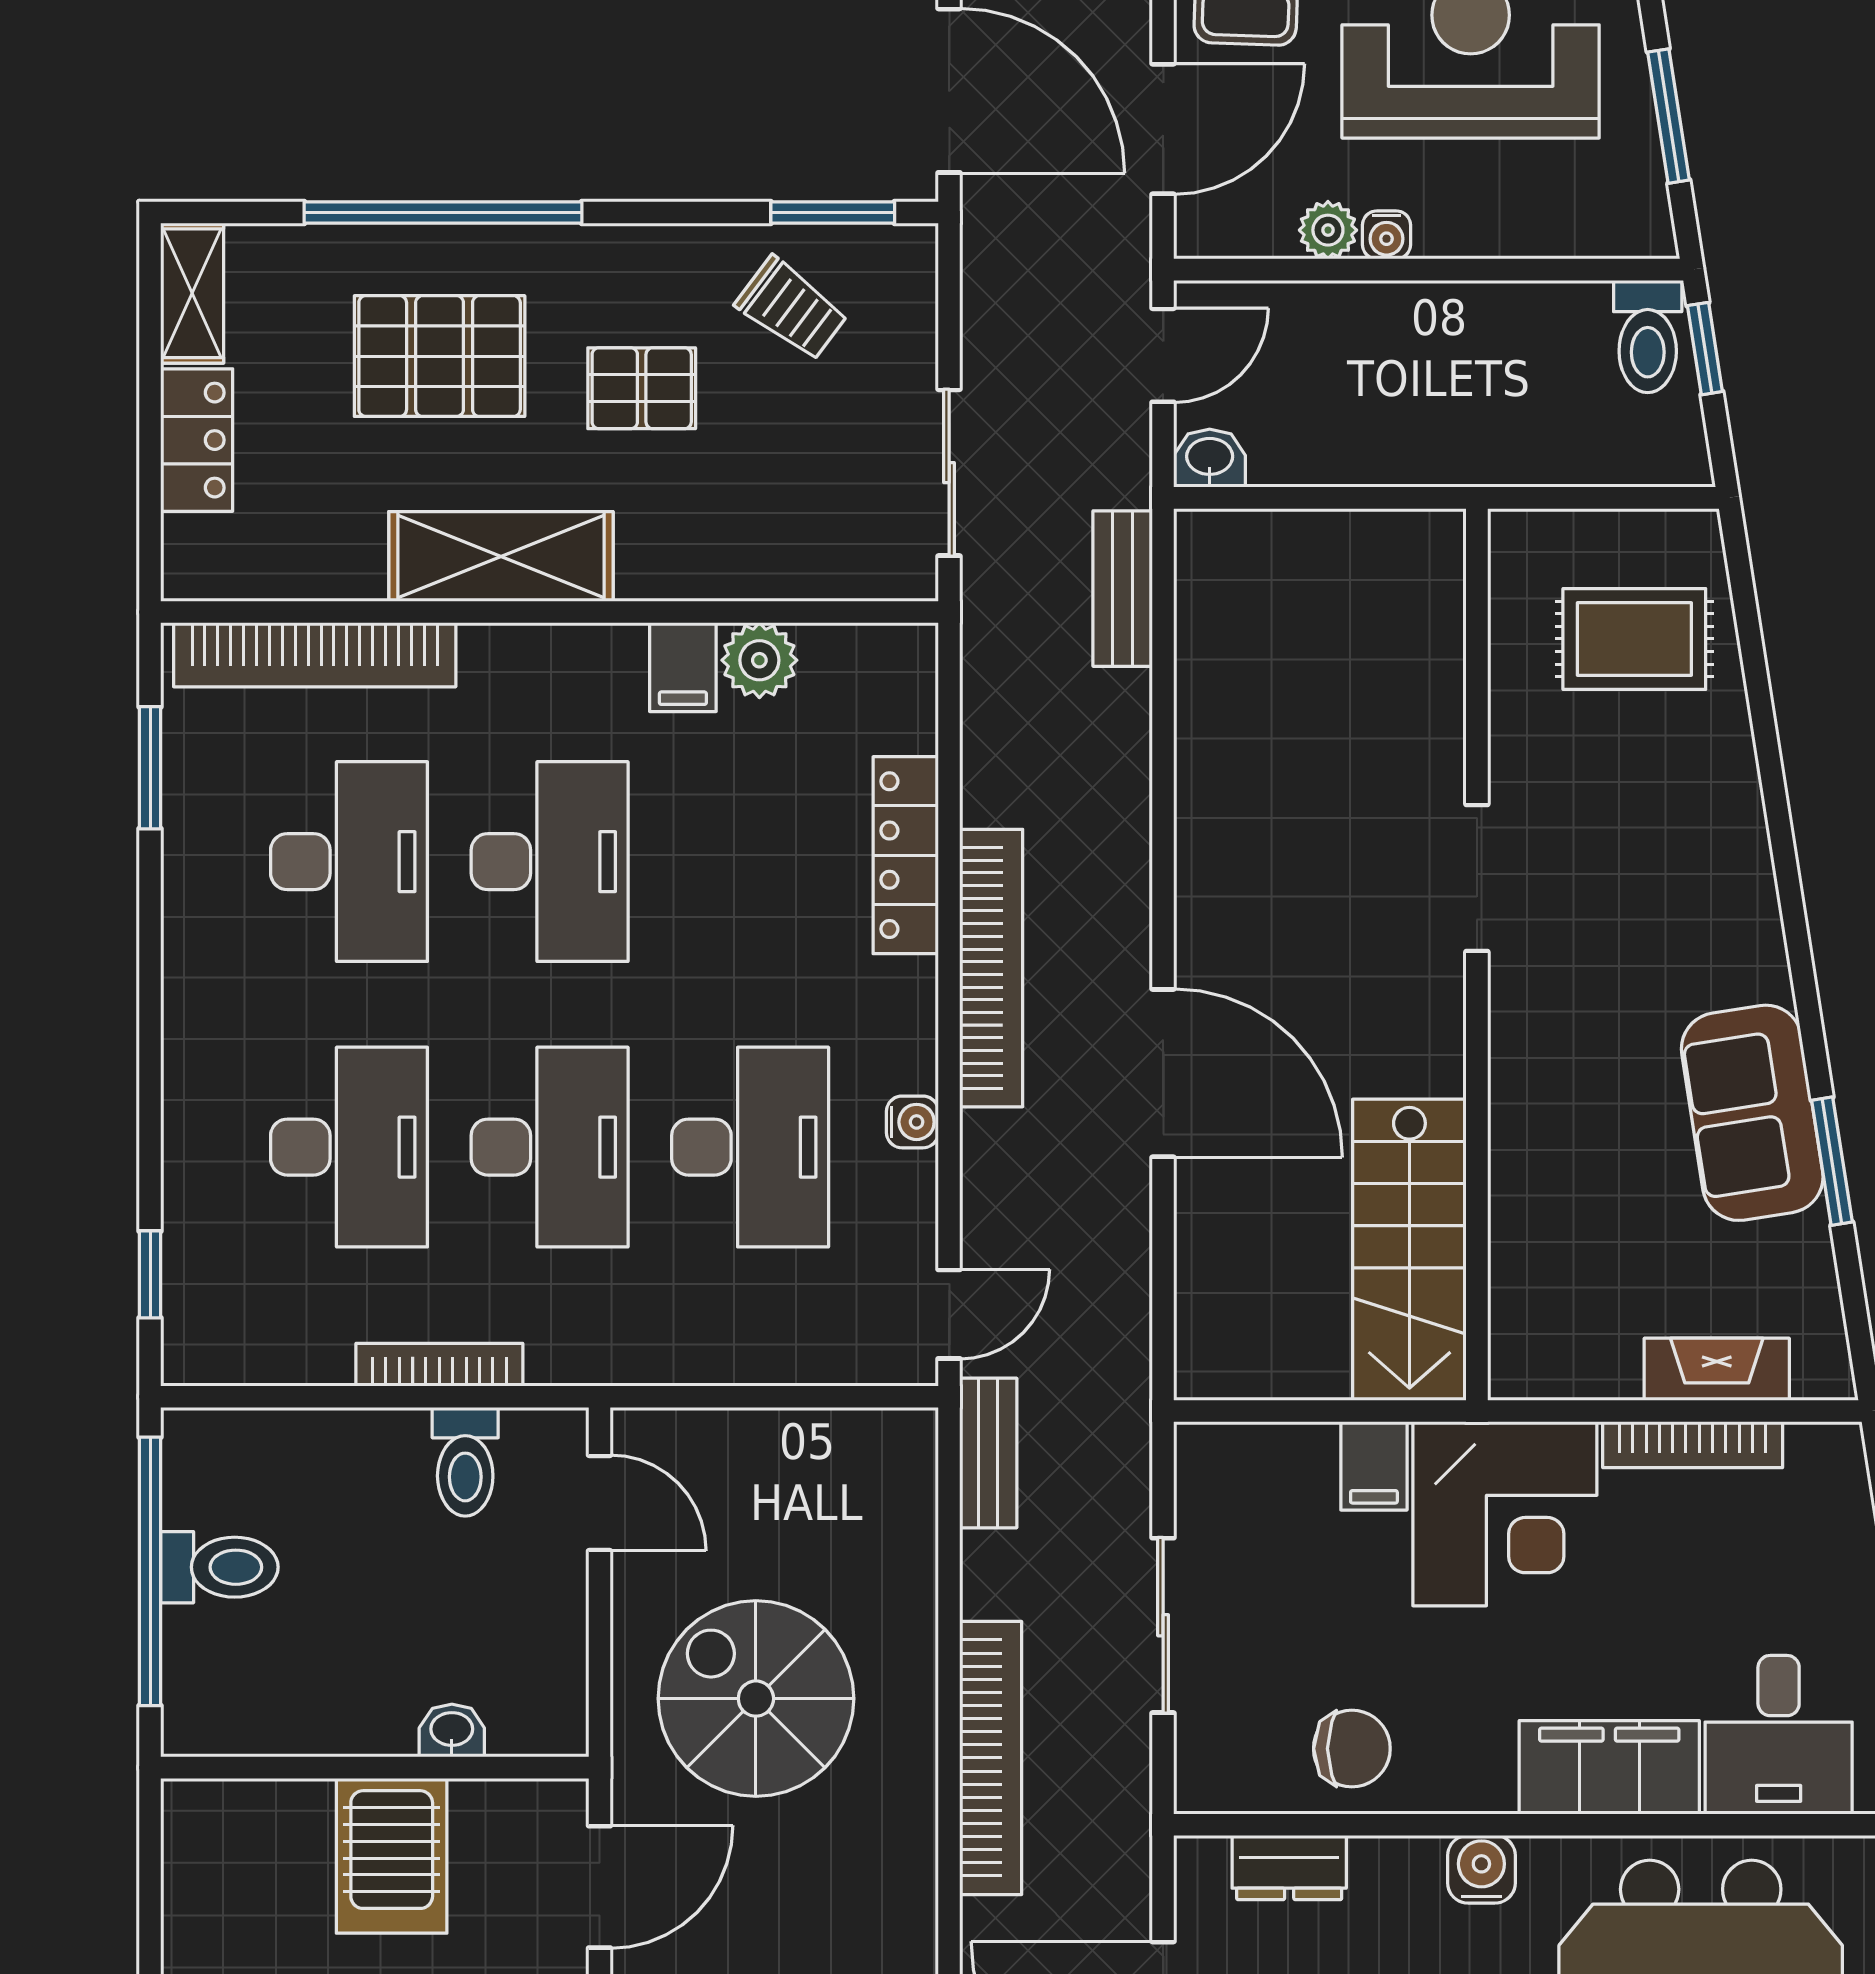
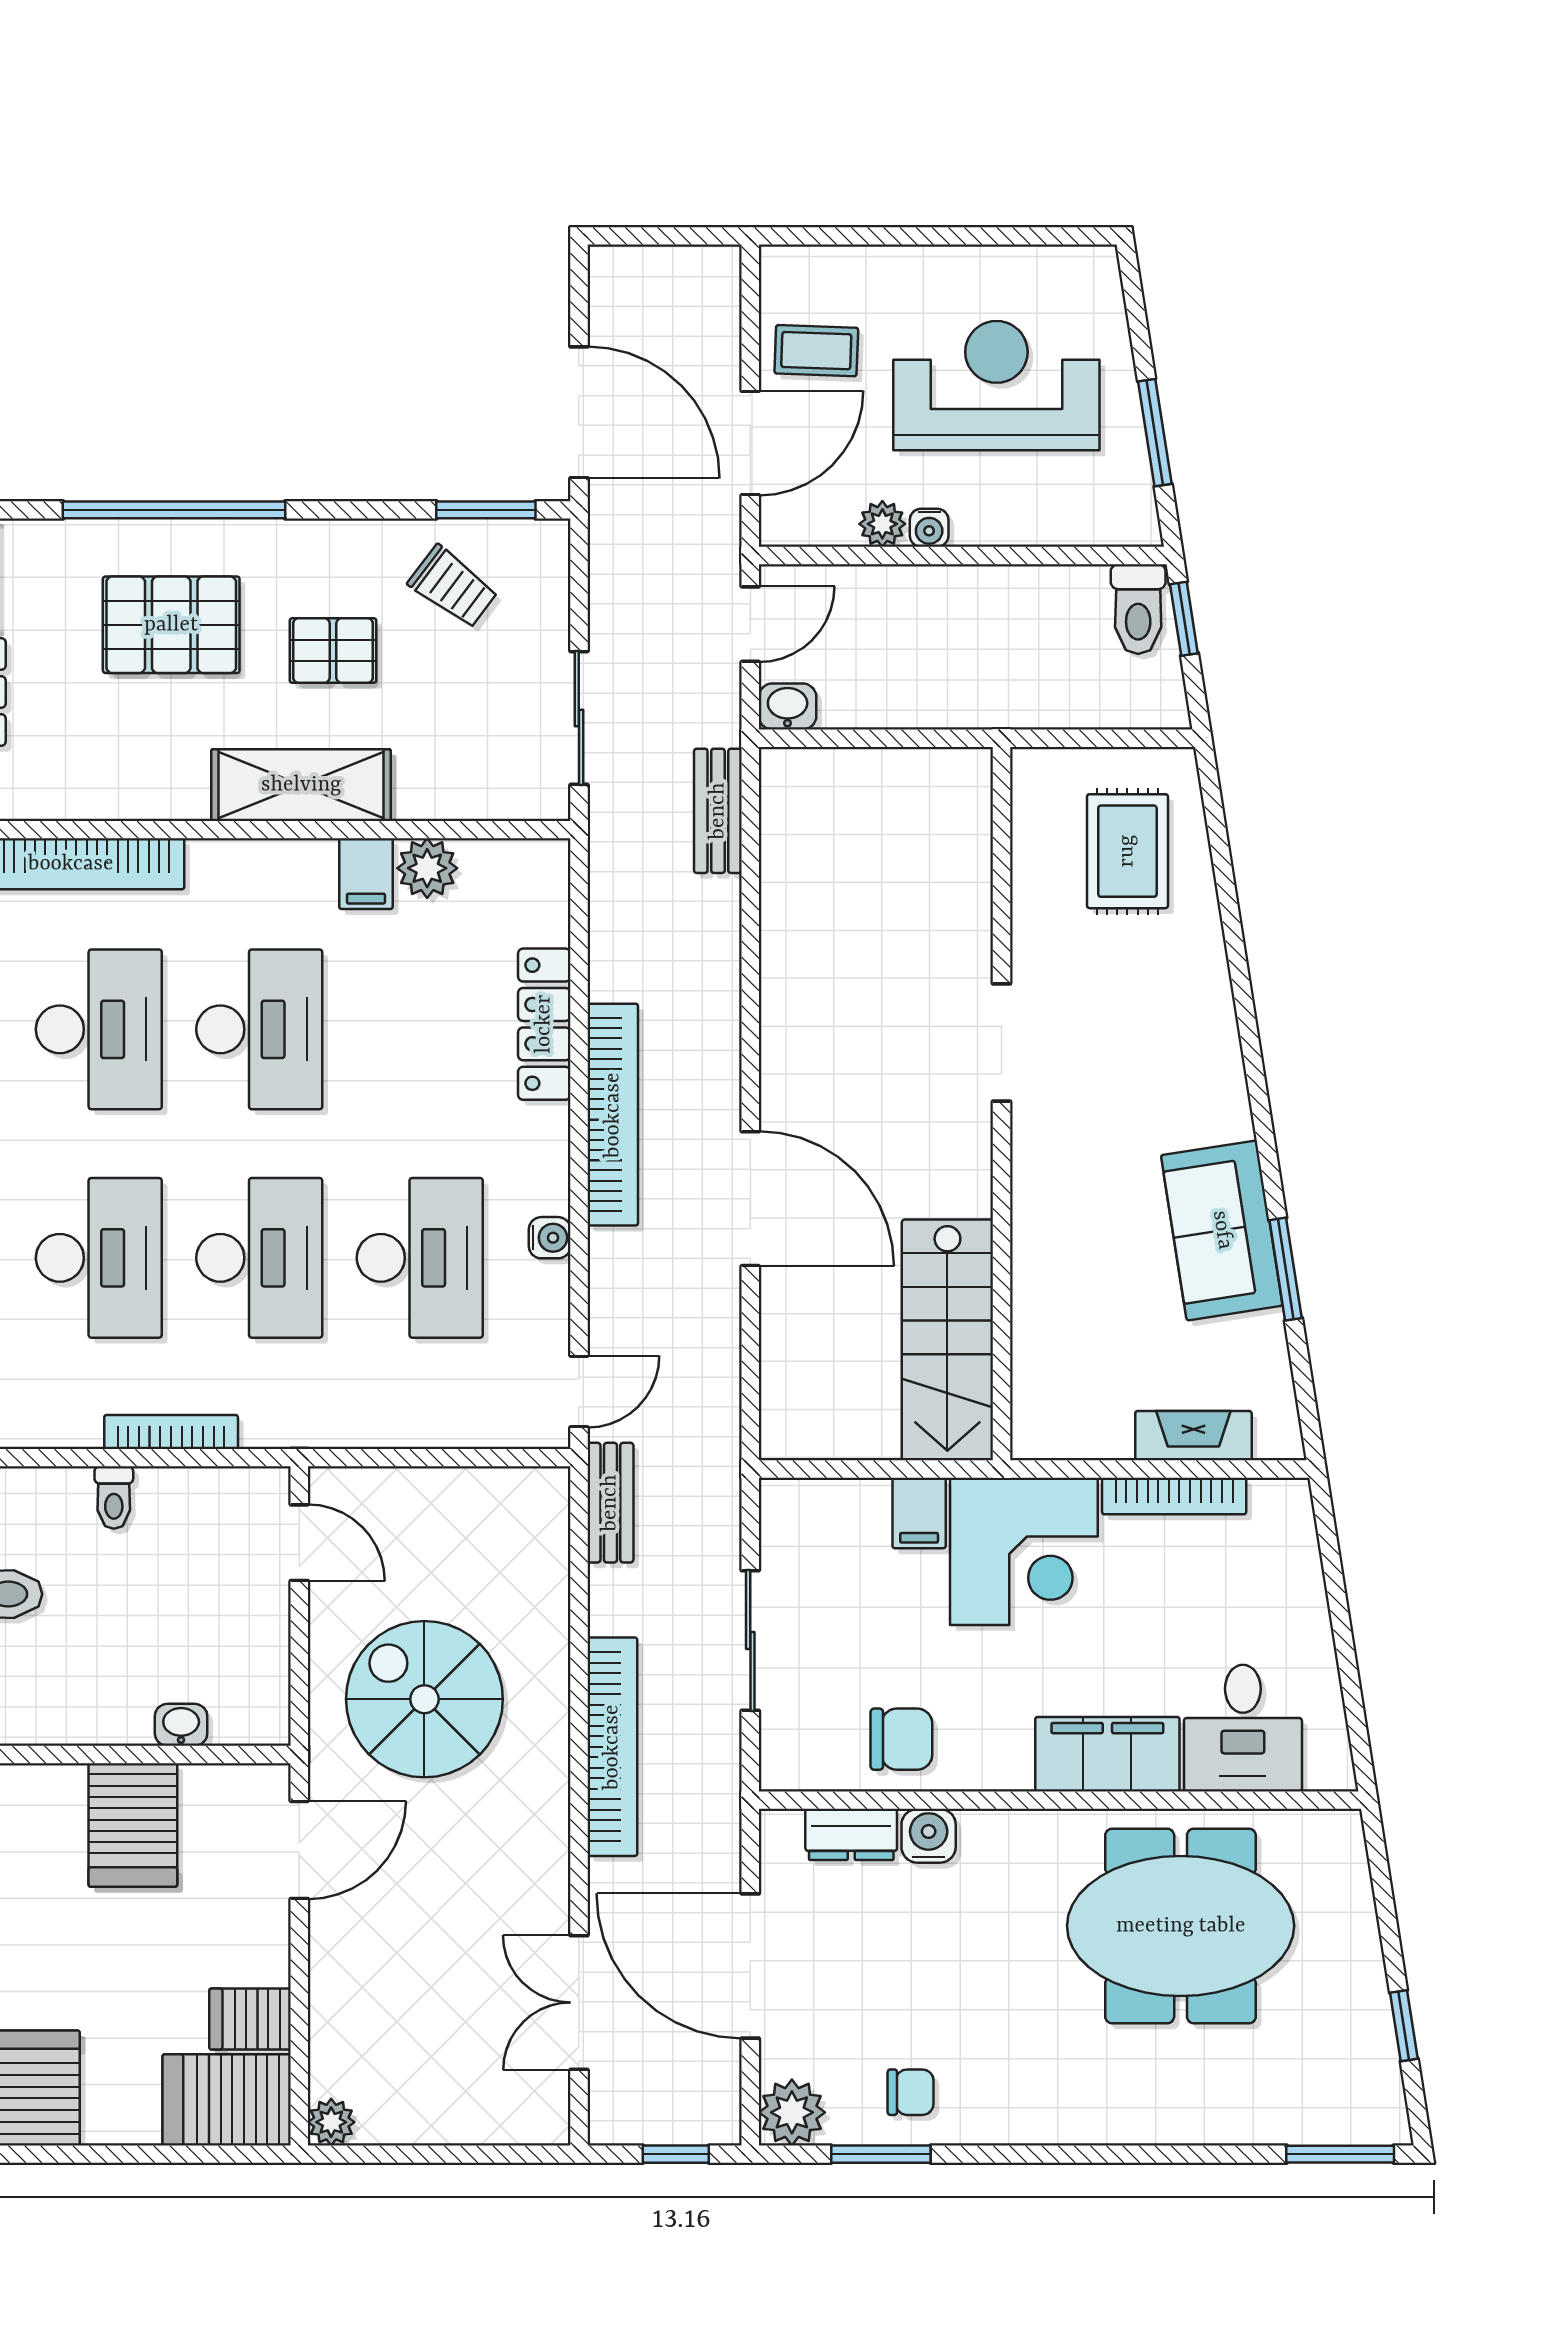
shelving: (501, 556) -> (301, 785), moved
rug: (1634, 639) -> (1127, 851), turned 90
toilet: (465, 1462) -> (114, 1498), moved, width x0.73, depth x0.72
water cooler: (1481, 1869) -> (929, 1836), moved

